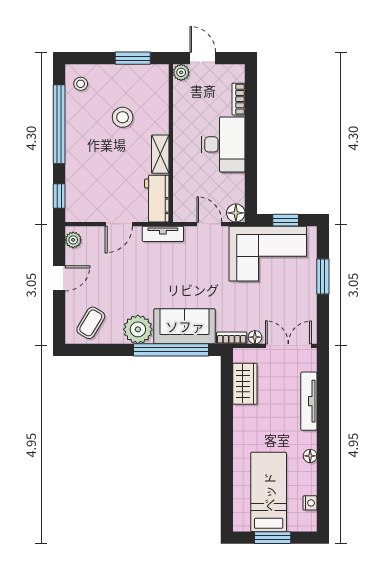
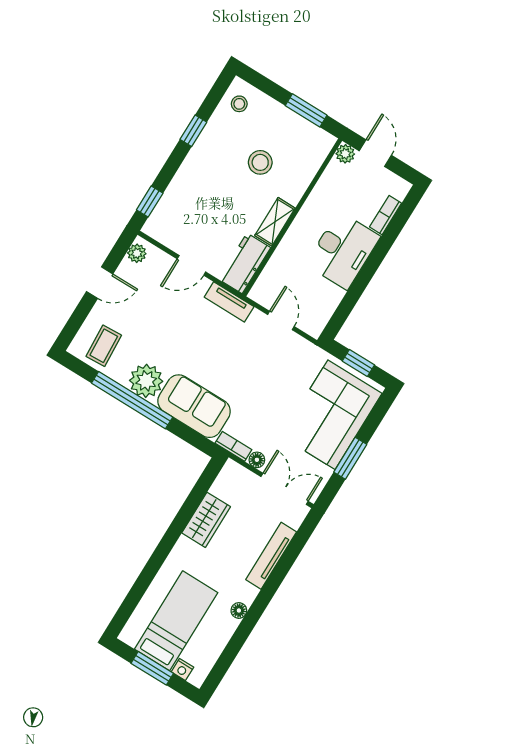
window: (59, 124) -> (193, 131), width x0.32
floor lamp: (236, 213) -> (314, 326), removed
corner sofa: (268, 254) -> (331, 415), moved, turned 90
window: (323, 277) -> (350, 458), moved
coffee table: (91, 323) -> (104, 346), turned -34
window: (171, 350) -> (132, 400), moved
wardrobe: (245, 384) -> (206, 520), moved
nightstand: (310, 503) -> (182, 669), moved, turned 90

